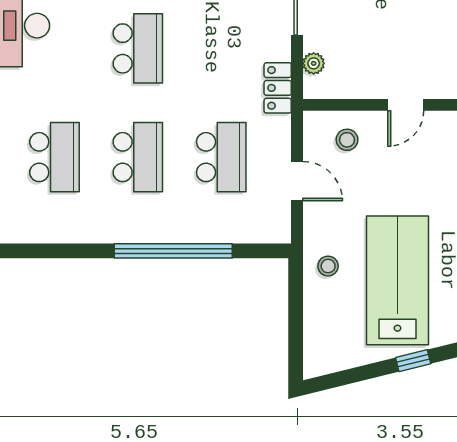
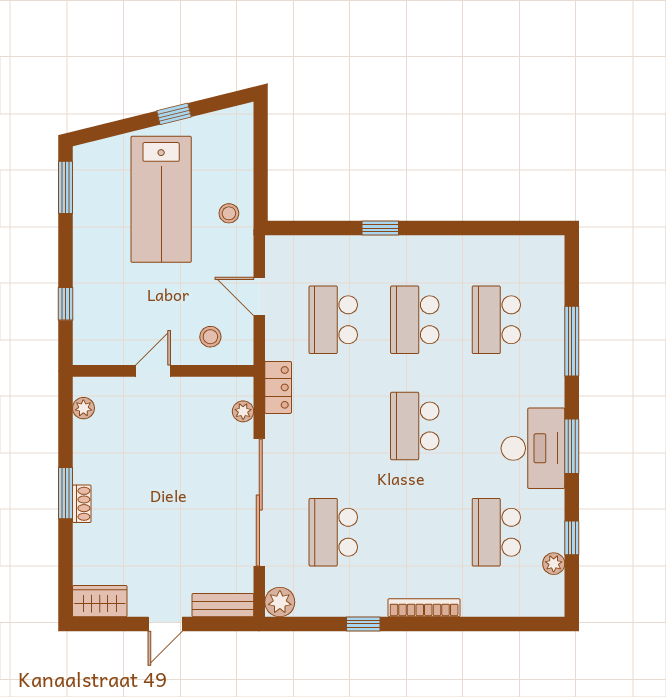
window: (173, 251) -> (380, 228), width x0.32
window: (413, 361) -> (174, 114), moved

